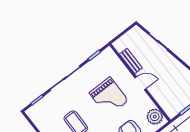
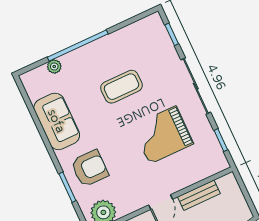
grand piano: (109, 97) -> (163, 135), moved

